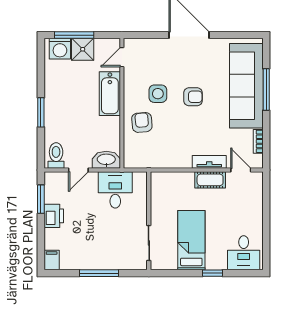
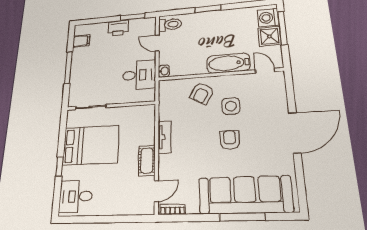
armchair: (193, 97) -> (230, 140), turned 180
armchair: (142, 122) -> (202, 93), turned 124
bookcase: (258, 141) -> (172, 209), moved
washbasin: (106, 160) -> (164, 71), width x0.52, depth x0.69
tv unit: (209, 162) -> (164, 137), moved
bed: (191, 240) -> (91, 145), width x1.50
filing cabinet: (52, 260) -> (81, 41), moved

